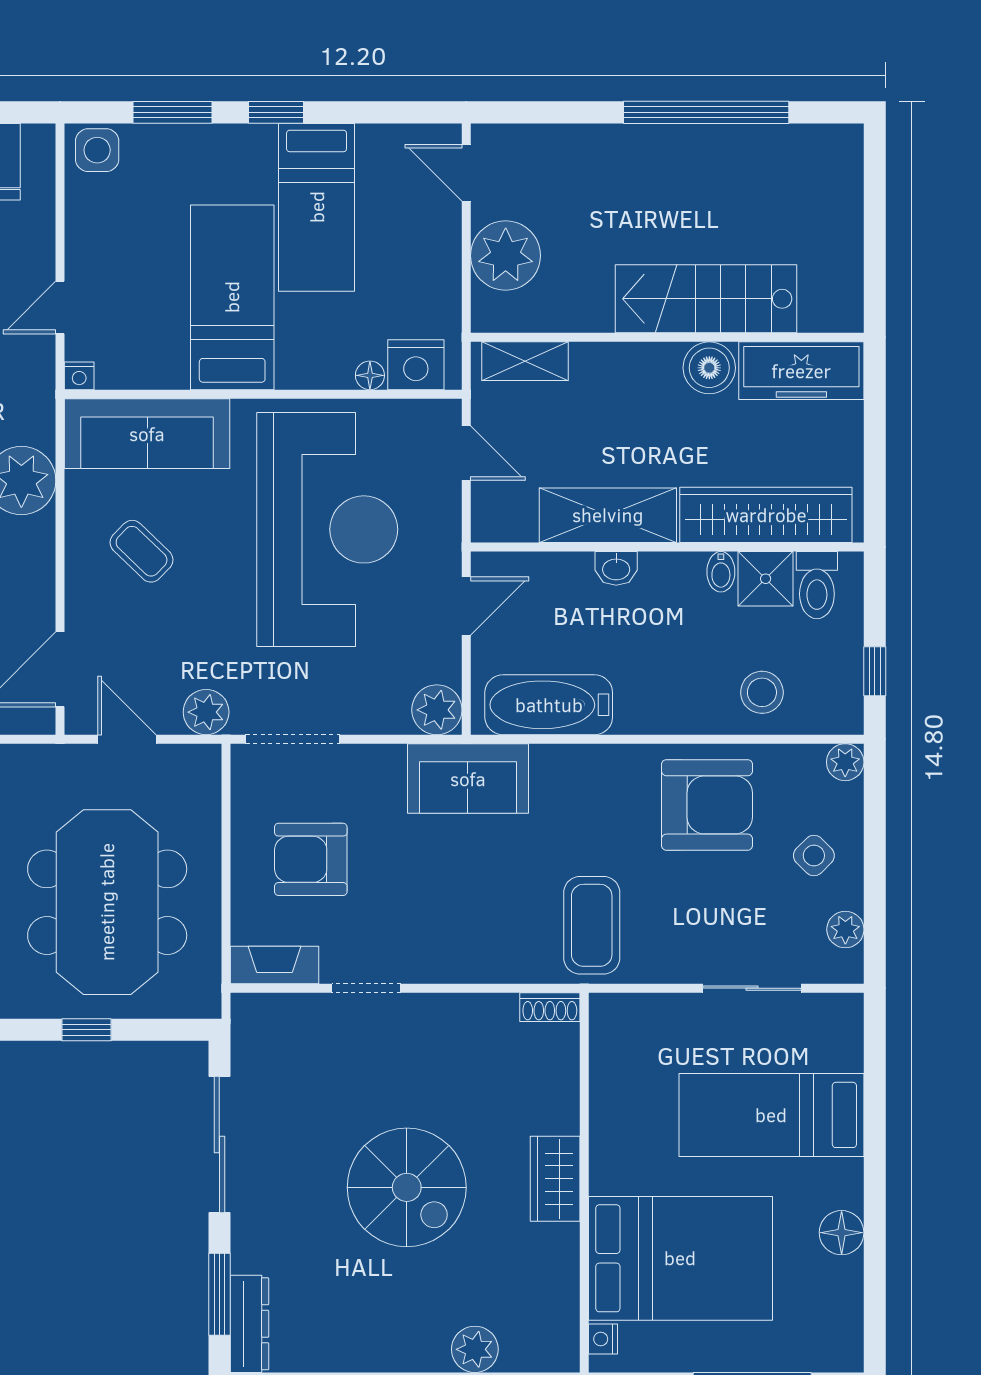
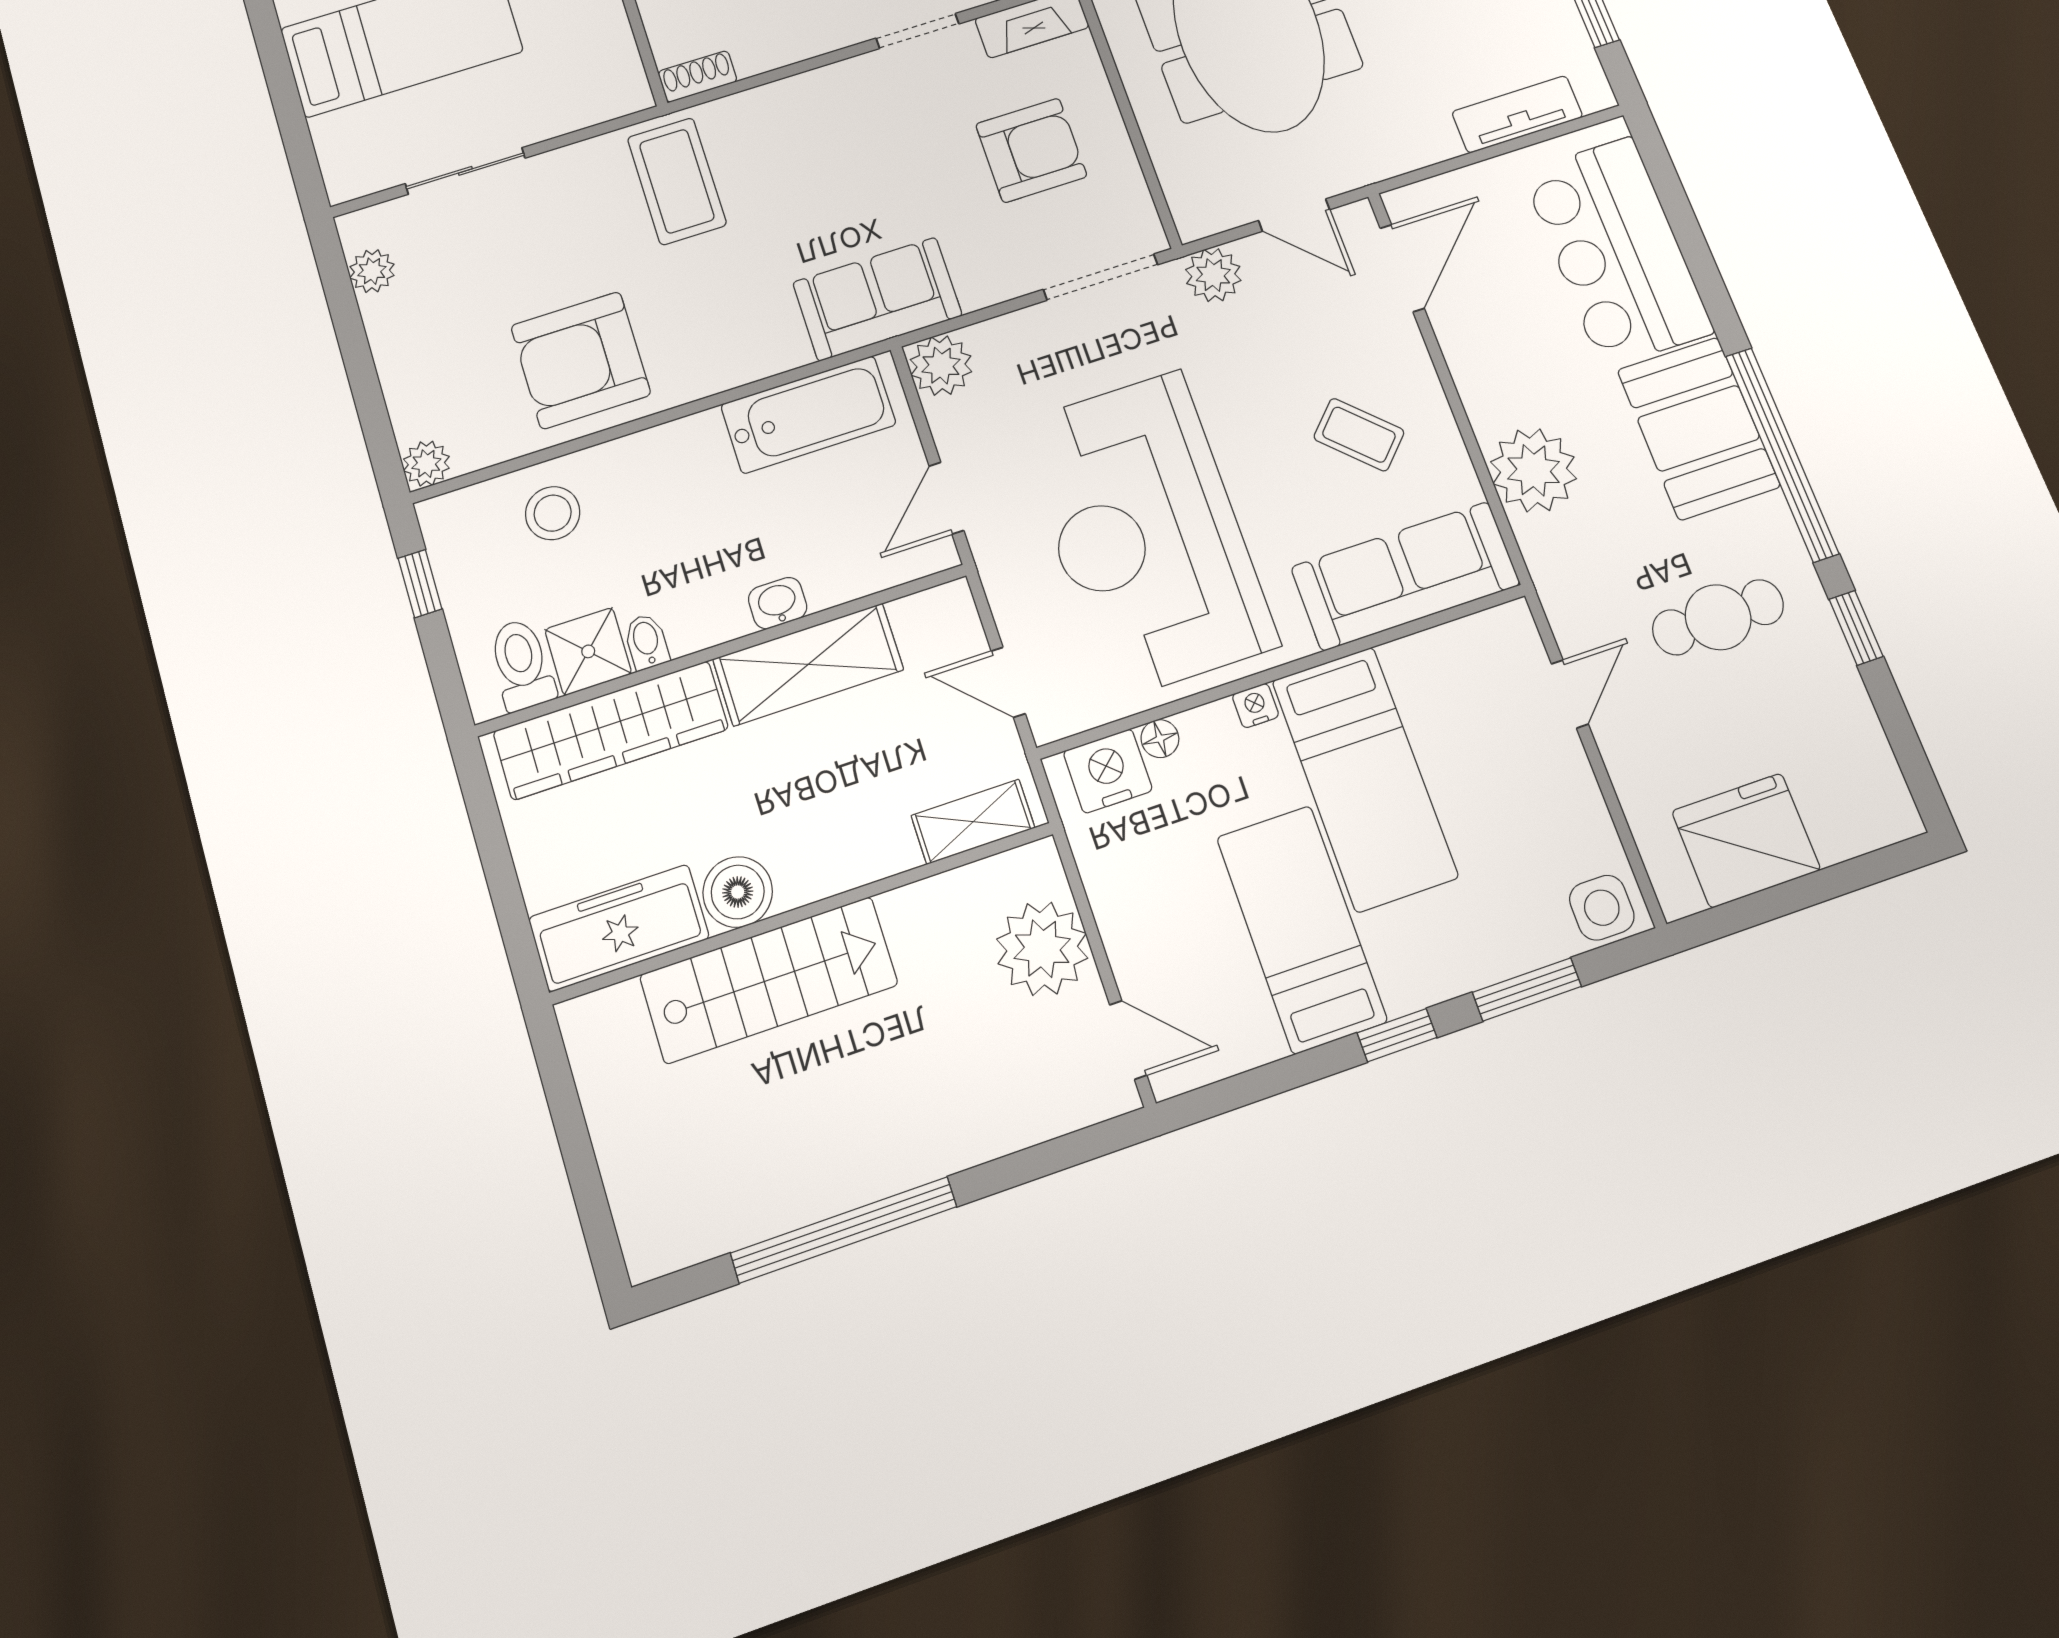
nightstand: (79, 376) -> (1255, 706), moved
side table: (814, 856) -> (434, 343), removed

